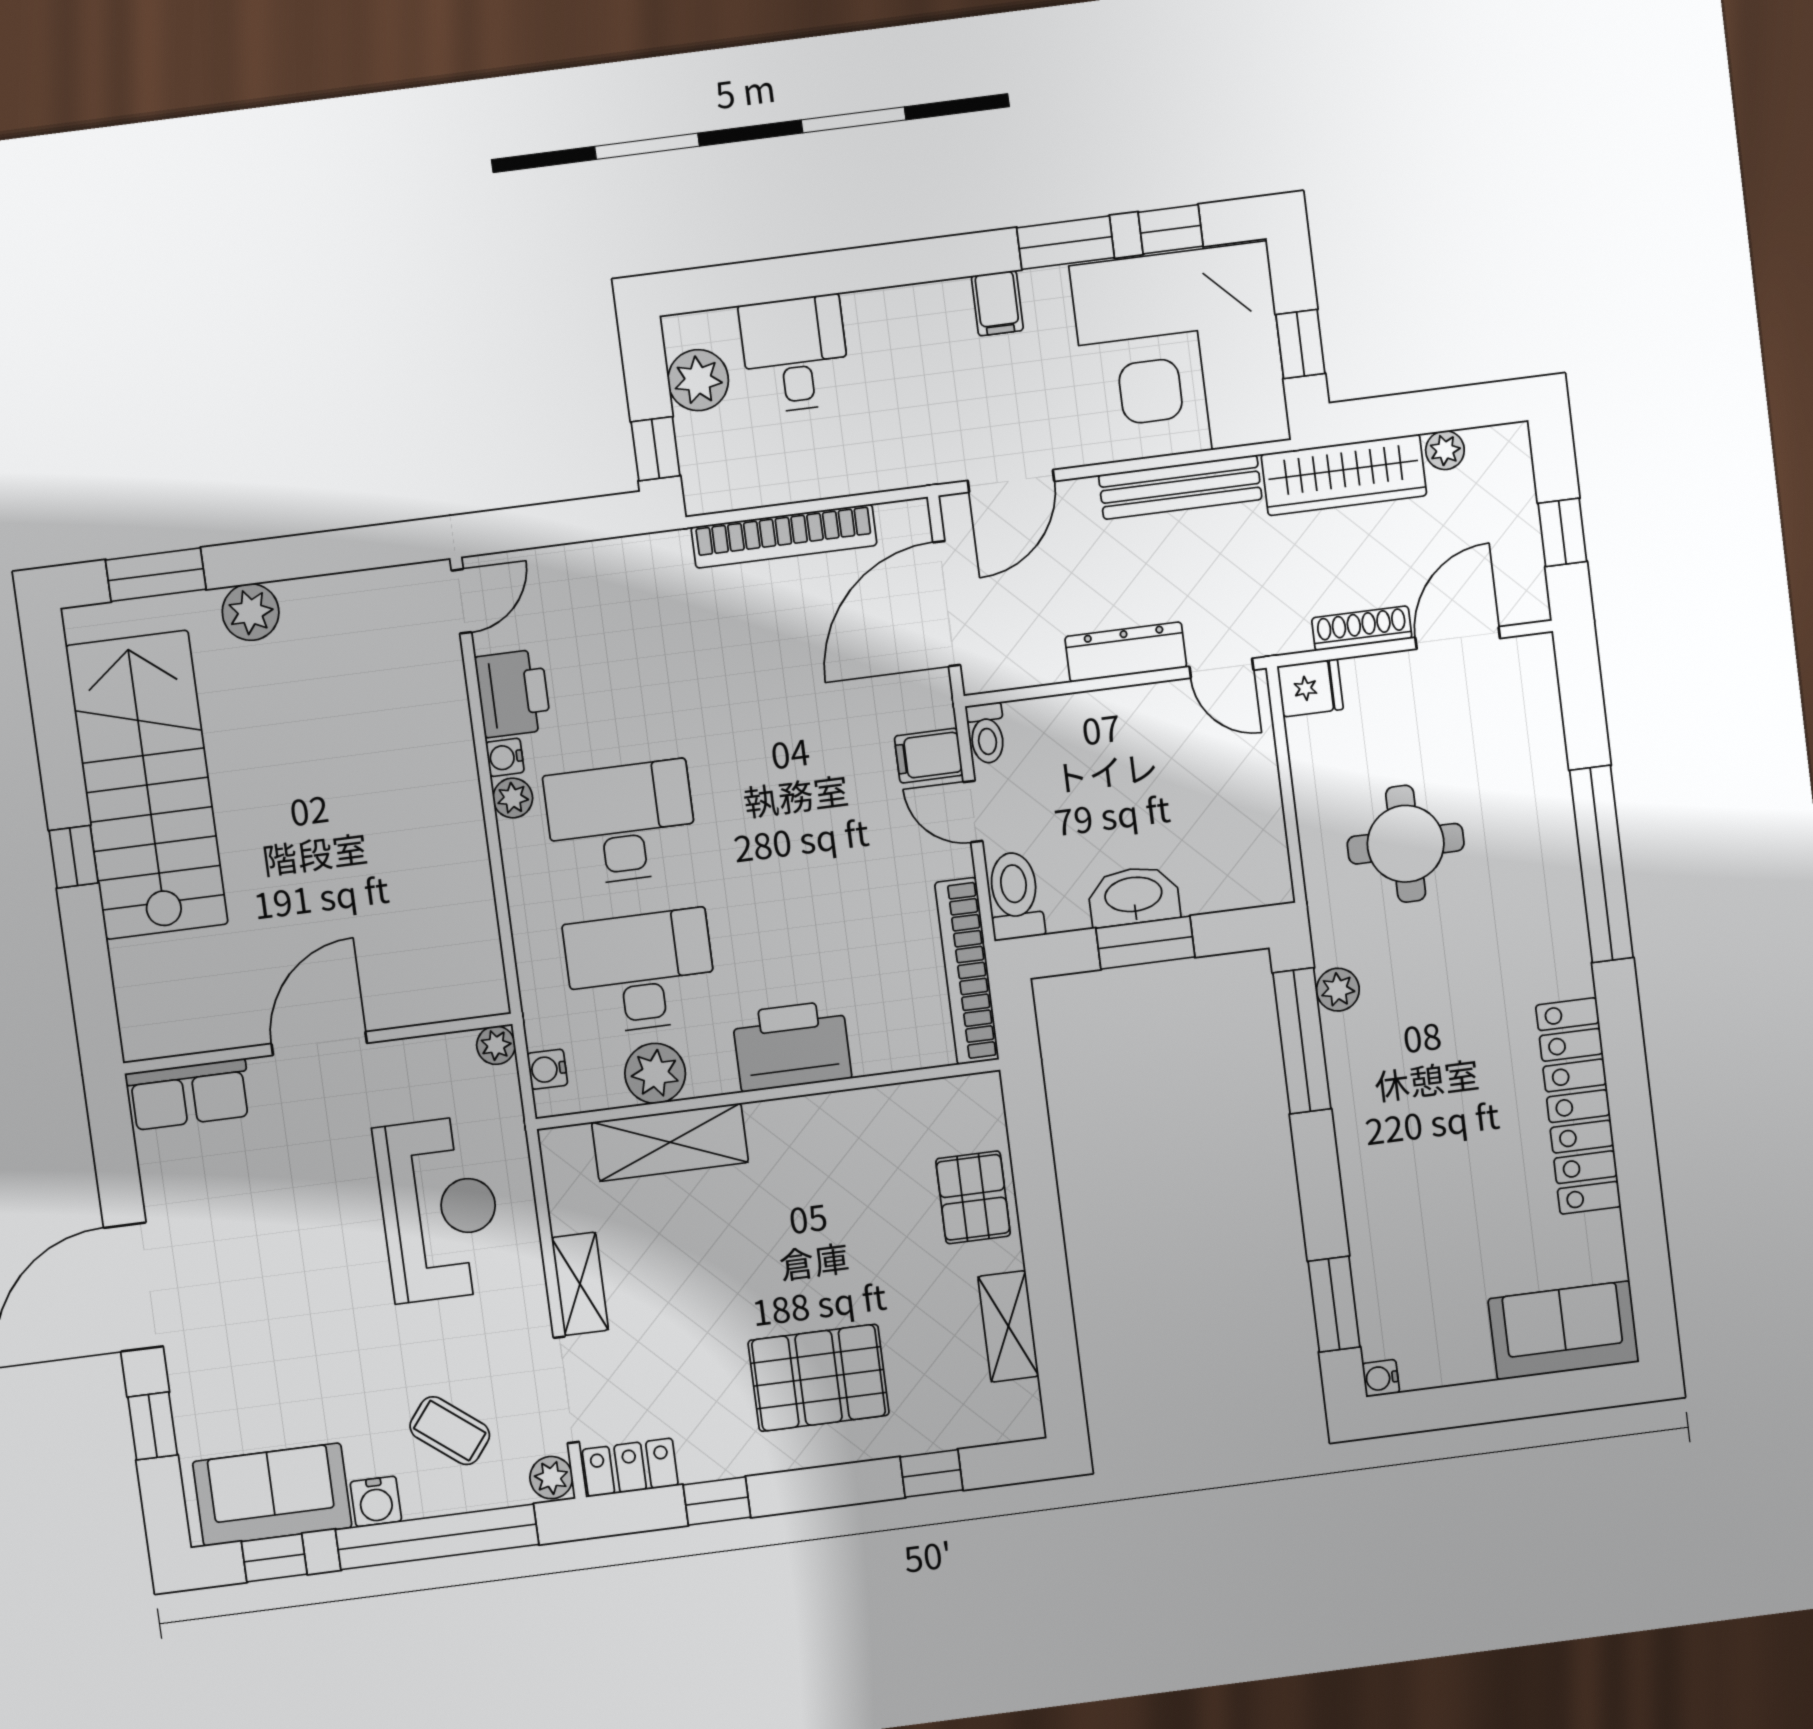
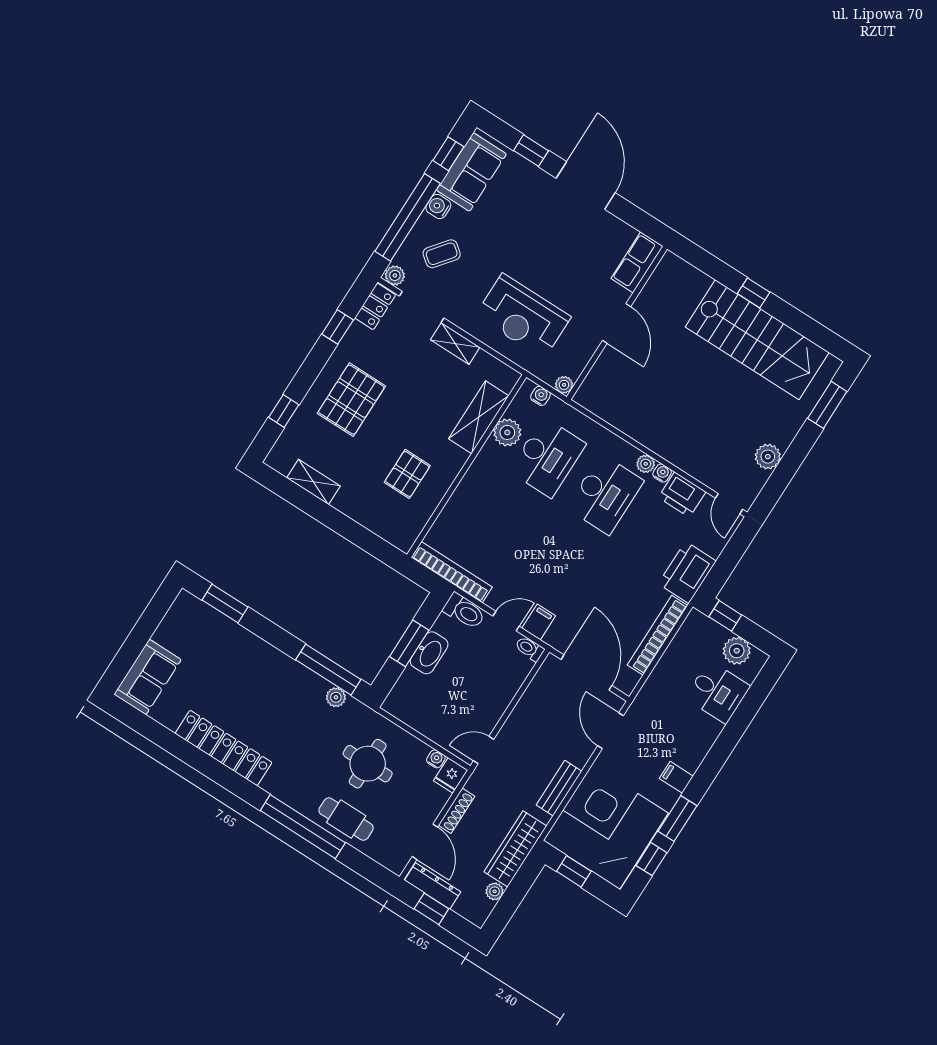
bench: (1180, 487) -> (559, 788), width x0.73
plant: (251, 612) -> (768, 457), moved
dresser: (1126, 652) -> (433, 886), moved, turned -90
cafe table: (1529, 802) -> (346, 819), added
printer: (792, 1046) -> (687, 572), moved, turned 180
pallet: (973, 1197) -> (407, 474), moved, turned 90
water cooler: (1381, 1378) -> (436, 759), moved

